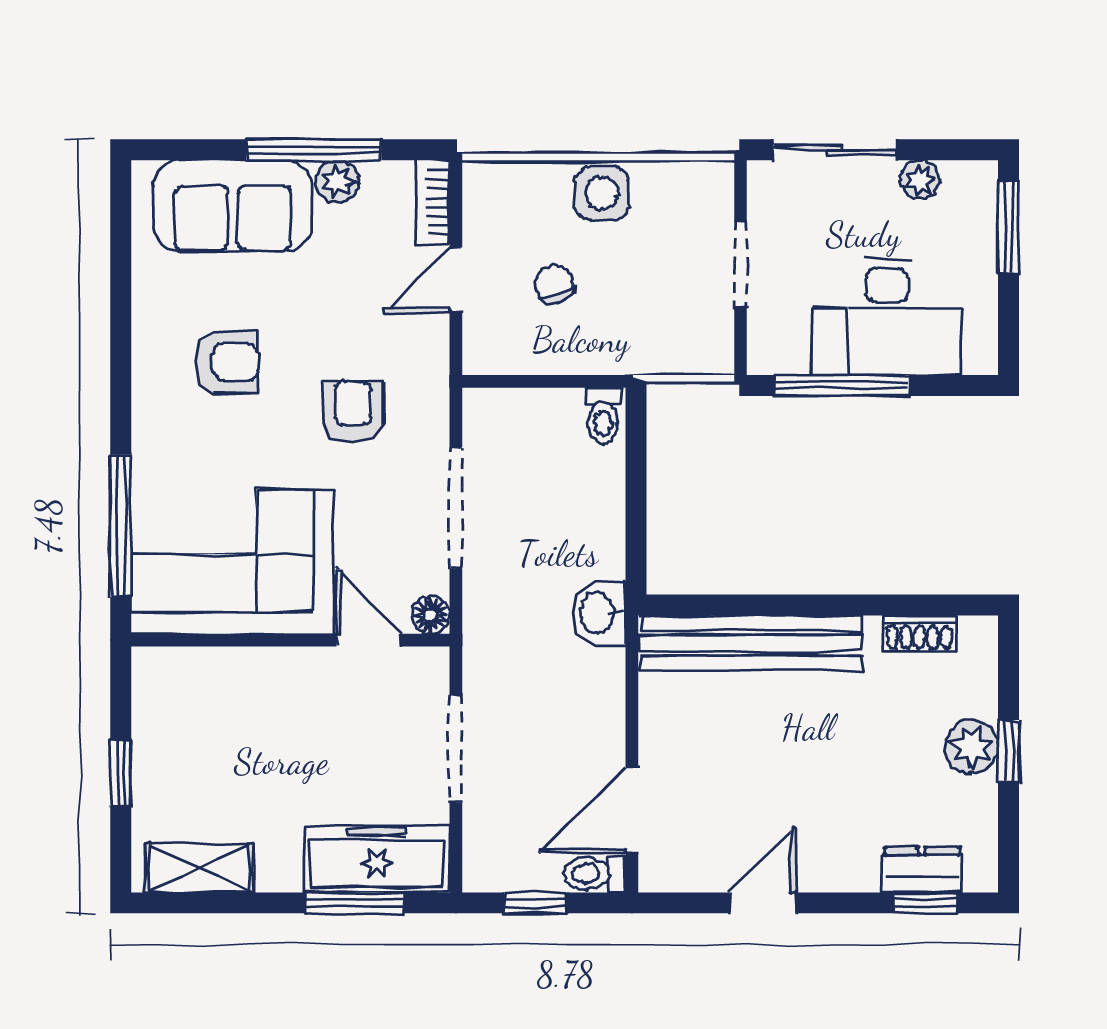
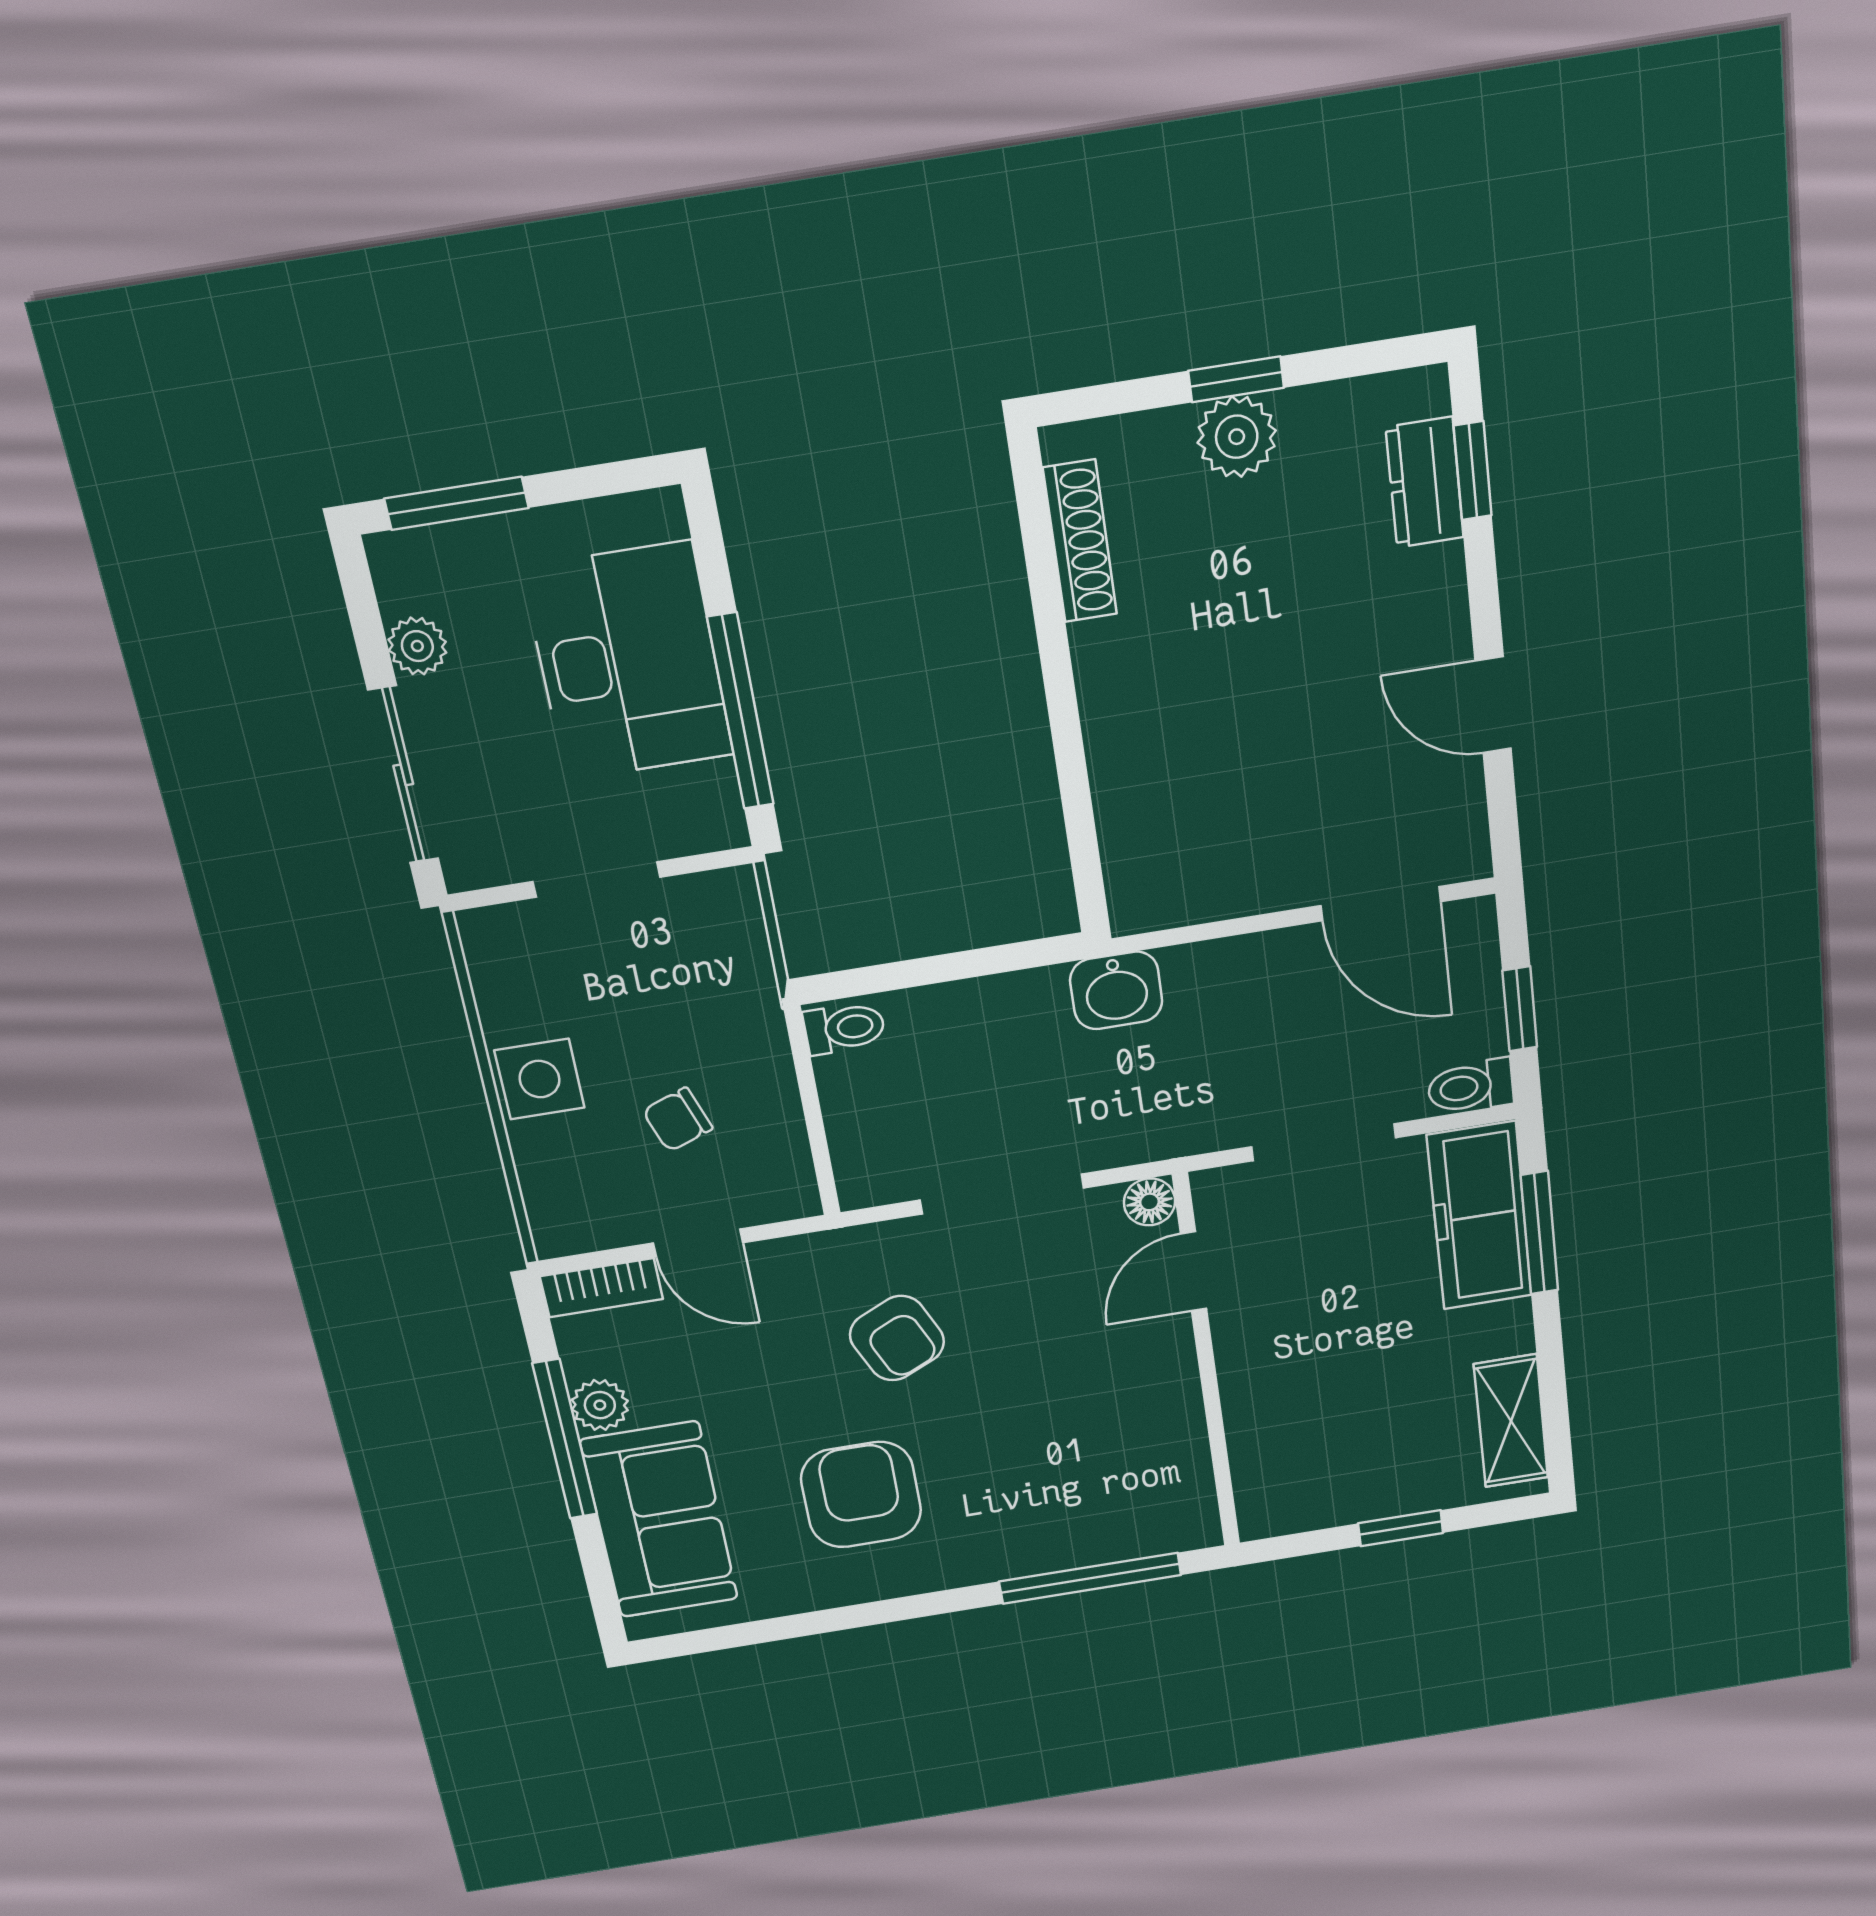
armchair: (227, 362) -> (861, 1495), width x1.38, depth x1.38
armchair: (353, 411) -> (897, 1338), turned -115
corner sofa: (232, 562) -> (1115, 1447), removed
shoe rack: (919, 633) -> (1080, 541), width x1.43
bench: (751, 643) -> (1128, 779), removed
toilet: (595, 874) -> (1471, 1087), moved, turned 90

